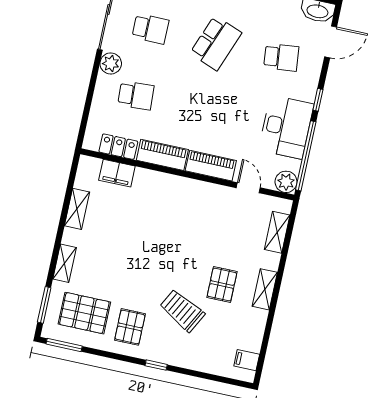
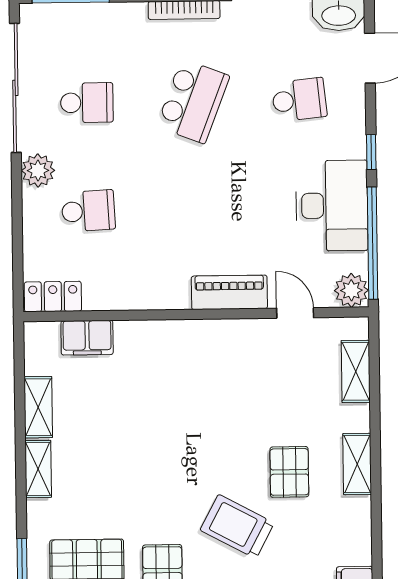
locker: (118, 147) -> (53, 297), moved
piano: (162, 155) -> (151, 293), removed
shelving: (65, 263) -> (38, 469), moved

